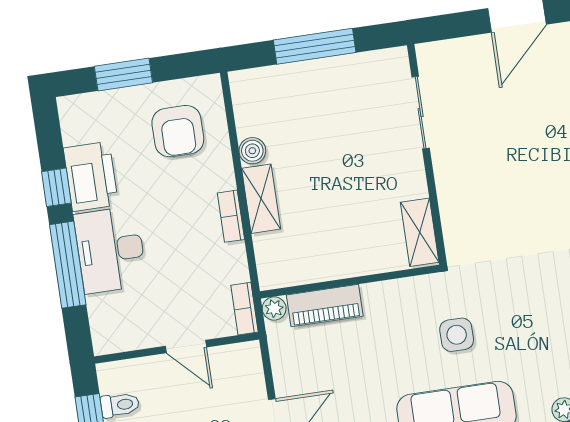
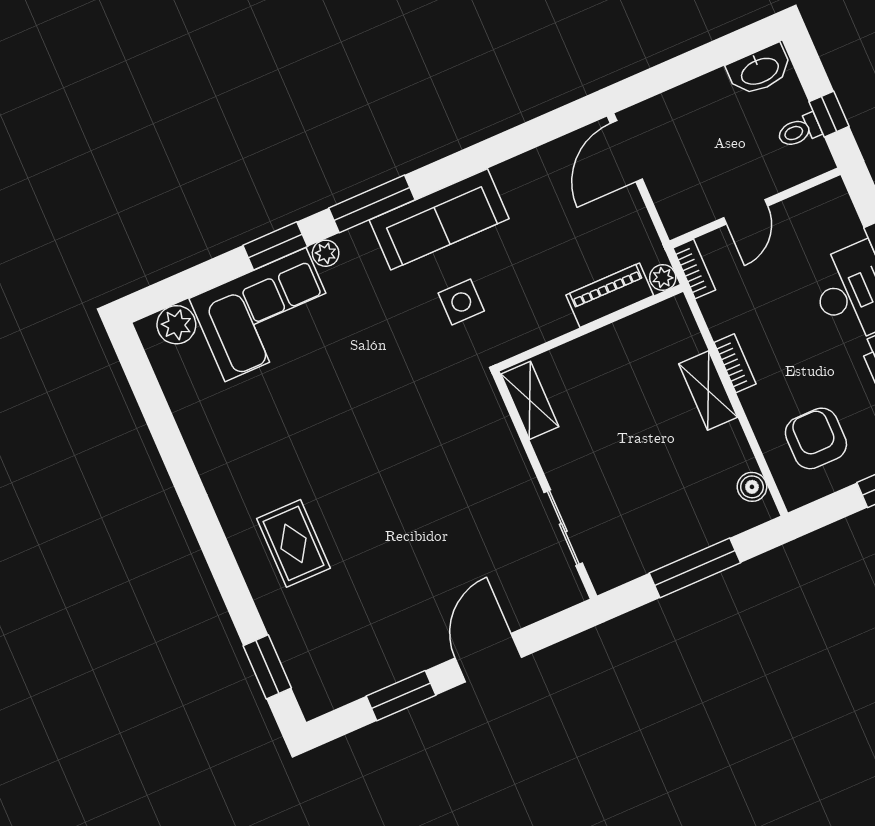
boiler: (252, 151) -> (752, 487), moved
door: (186, 347) -> (746, 212), swing flipped

